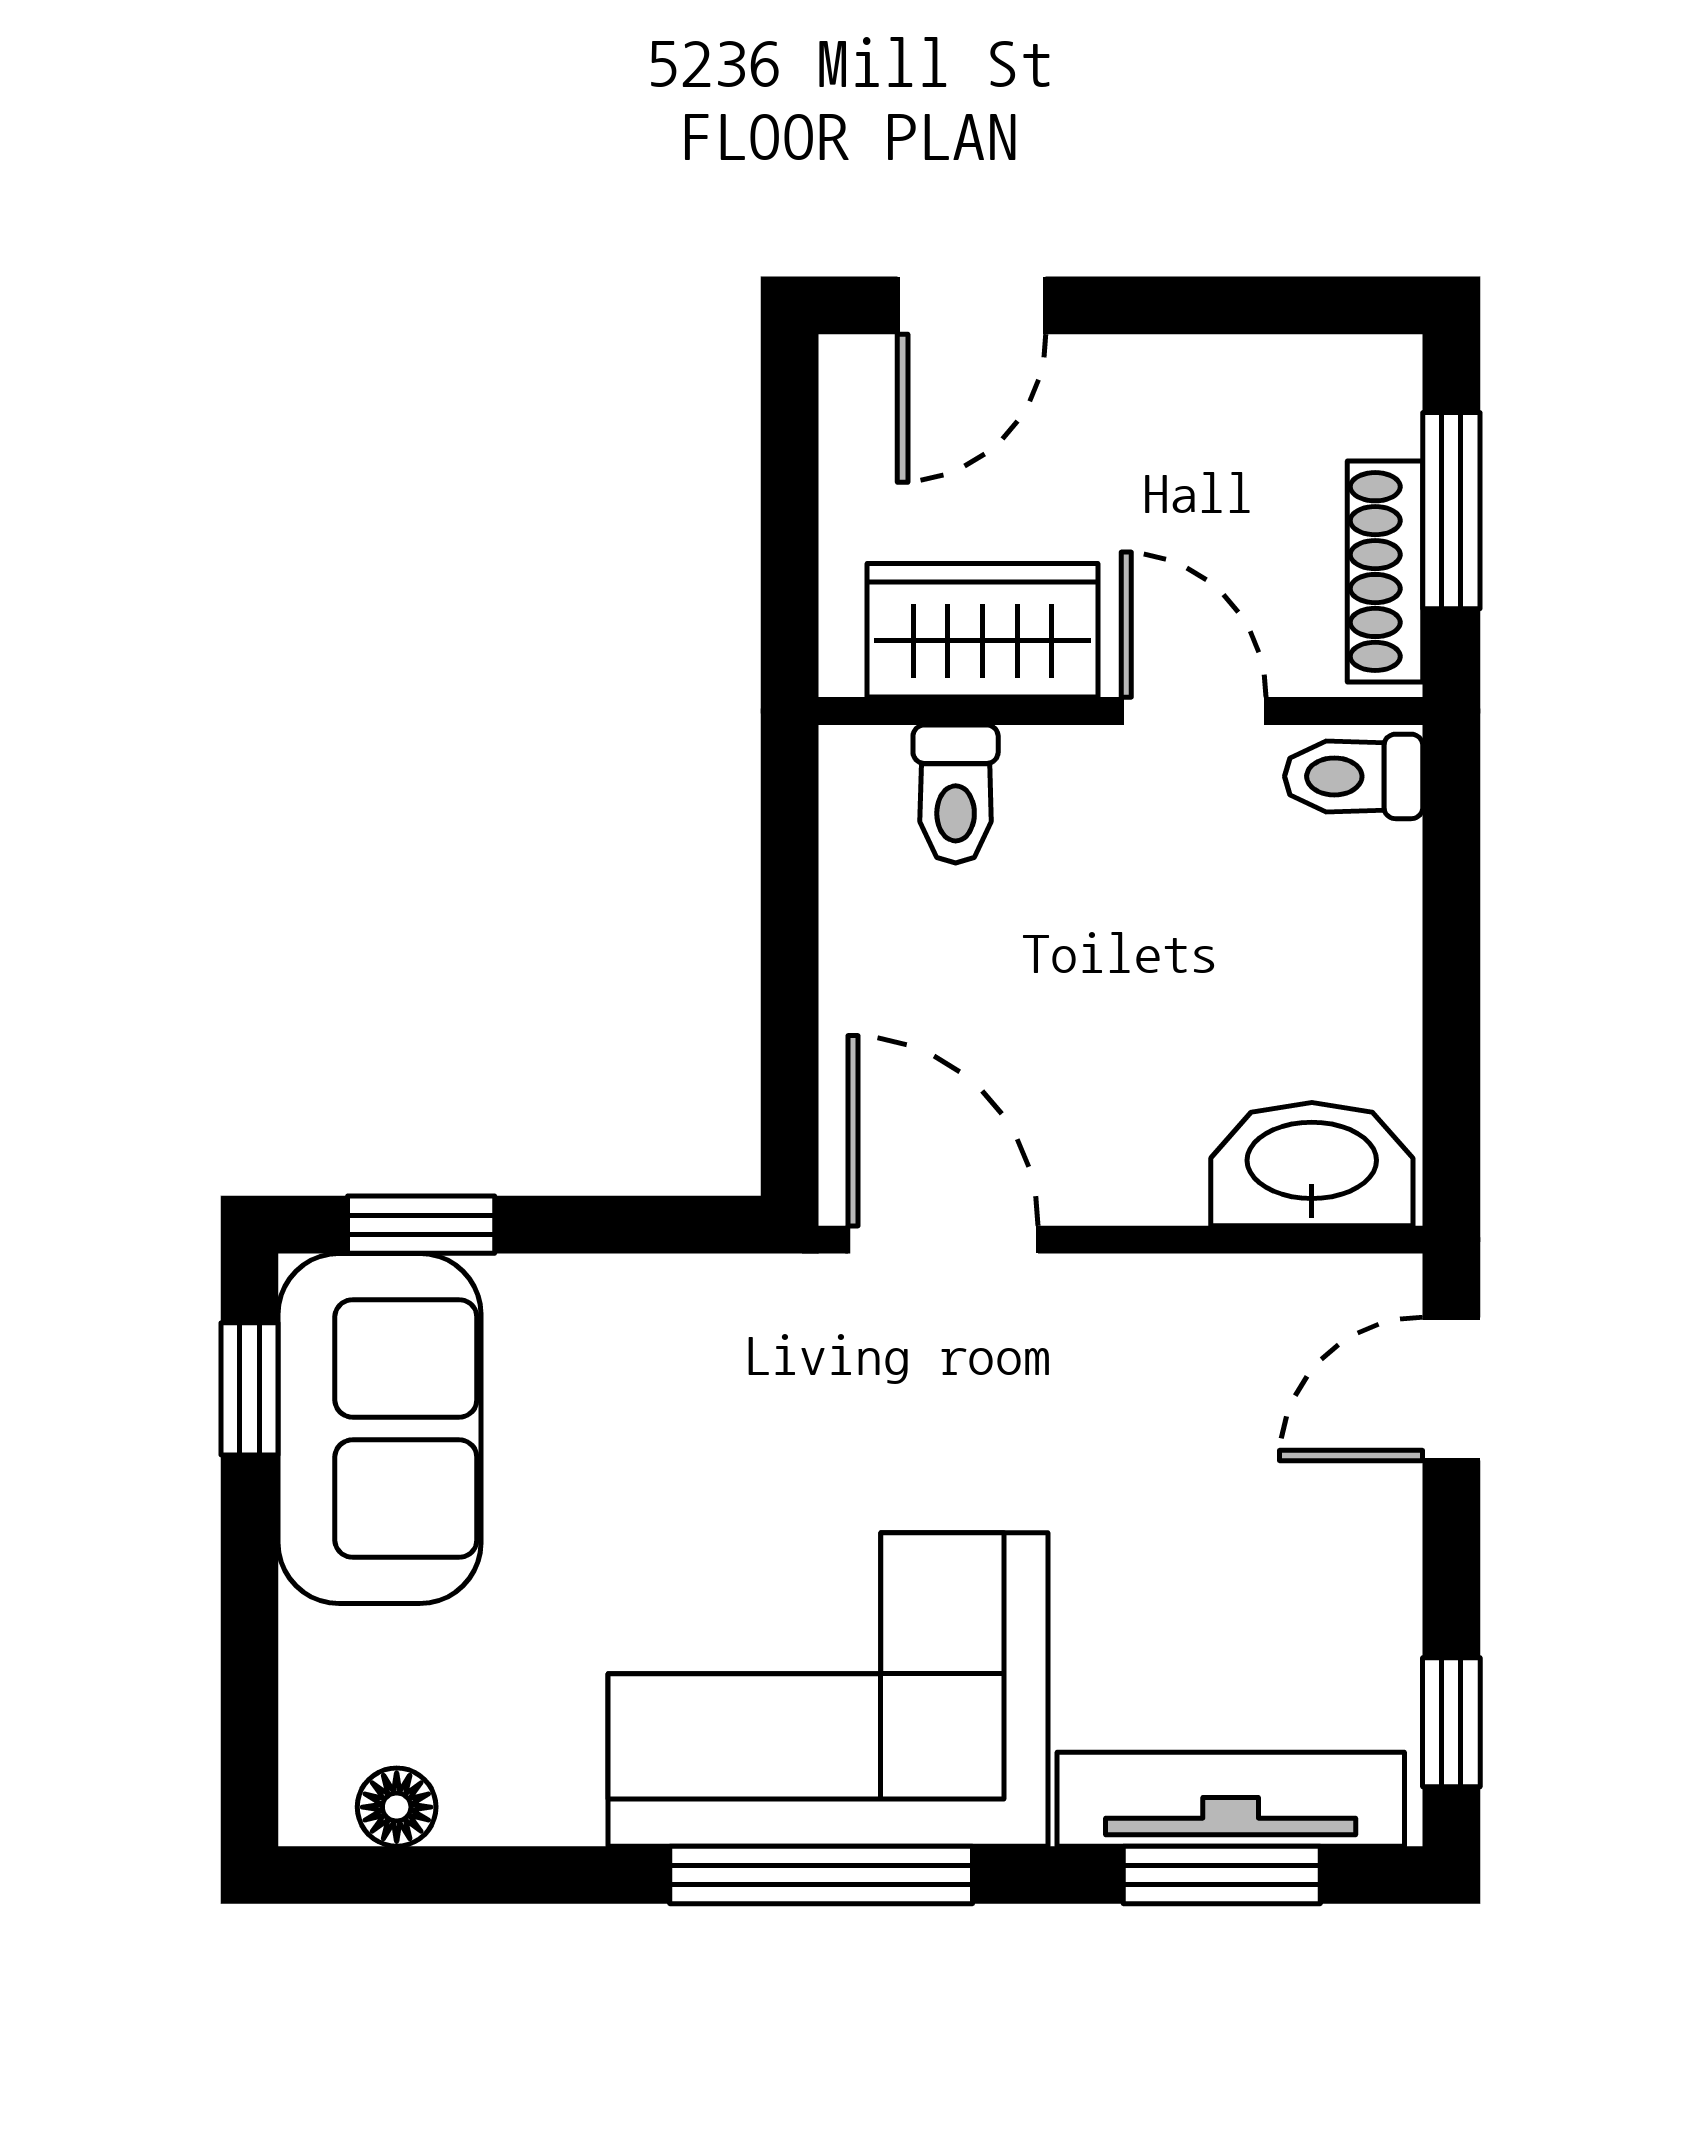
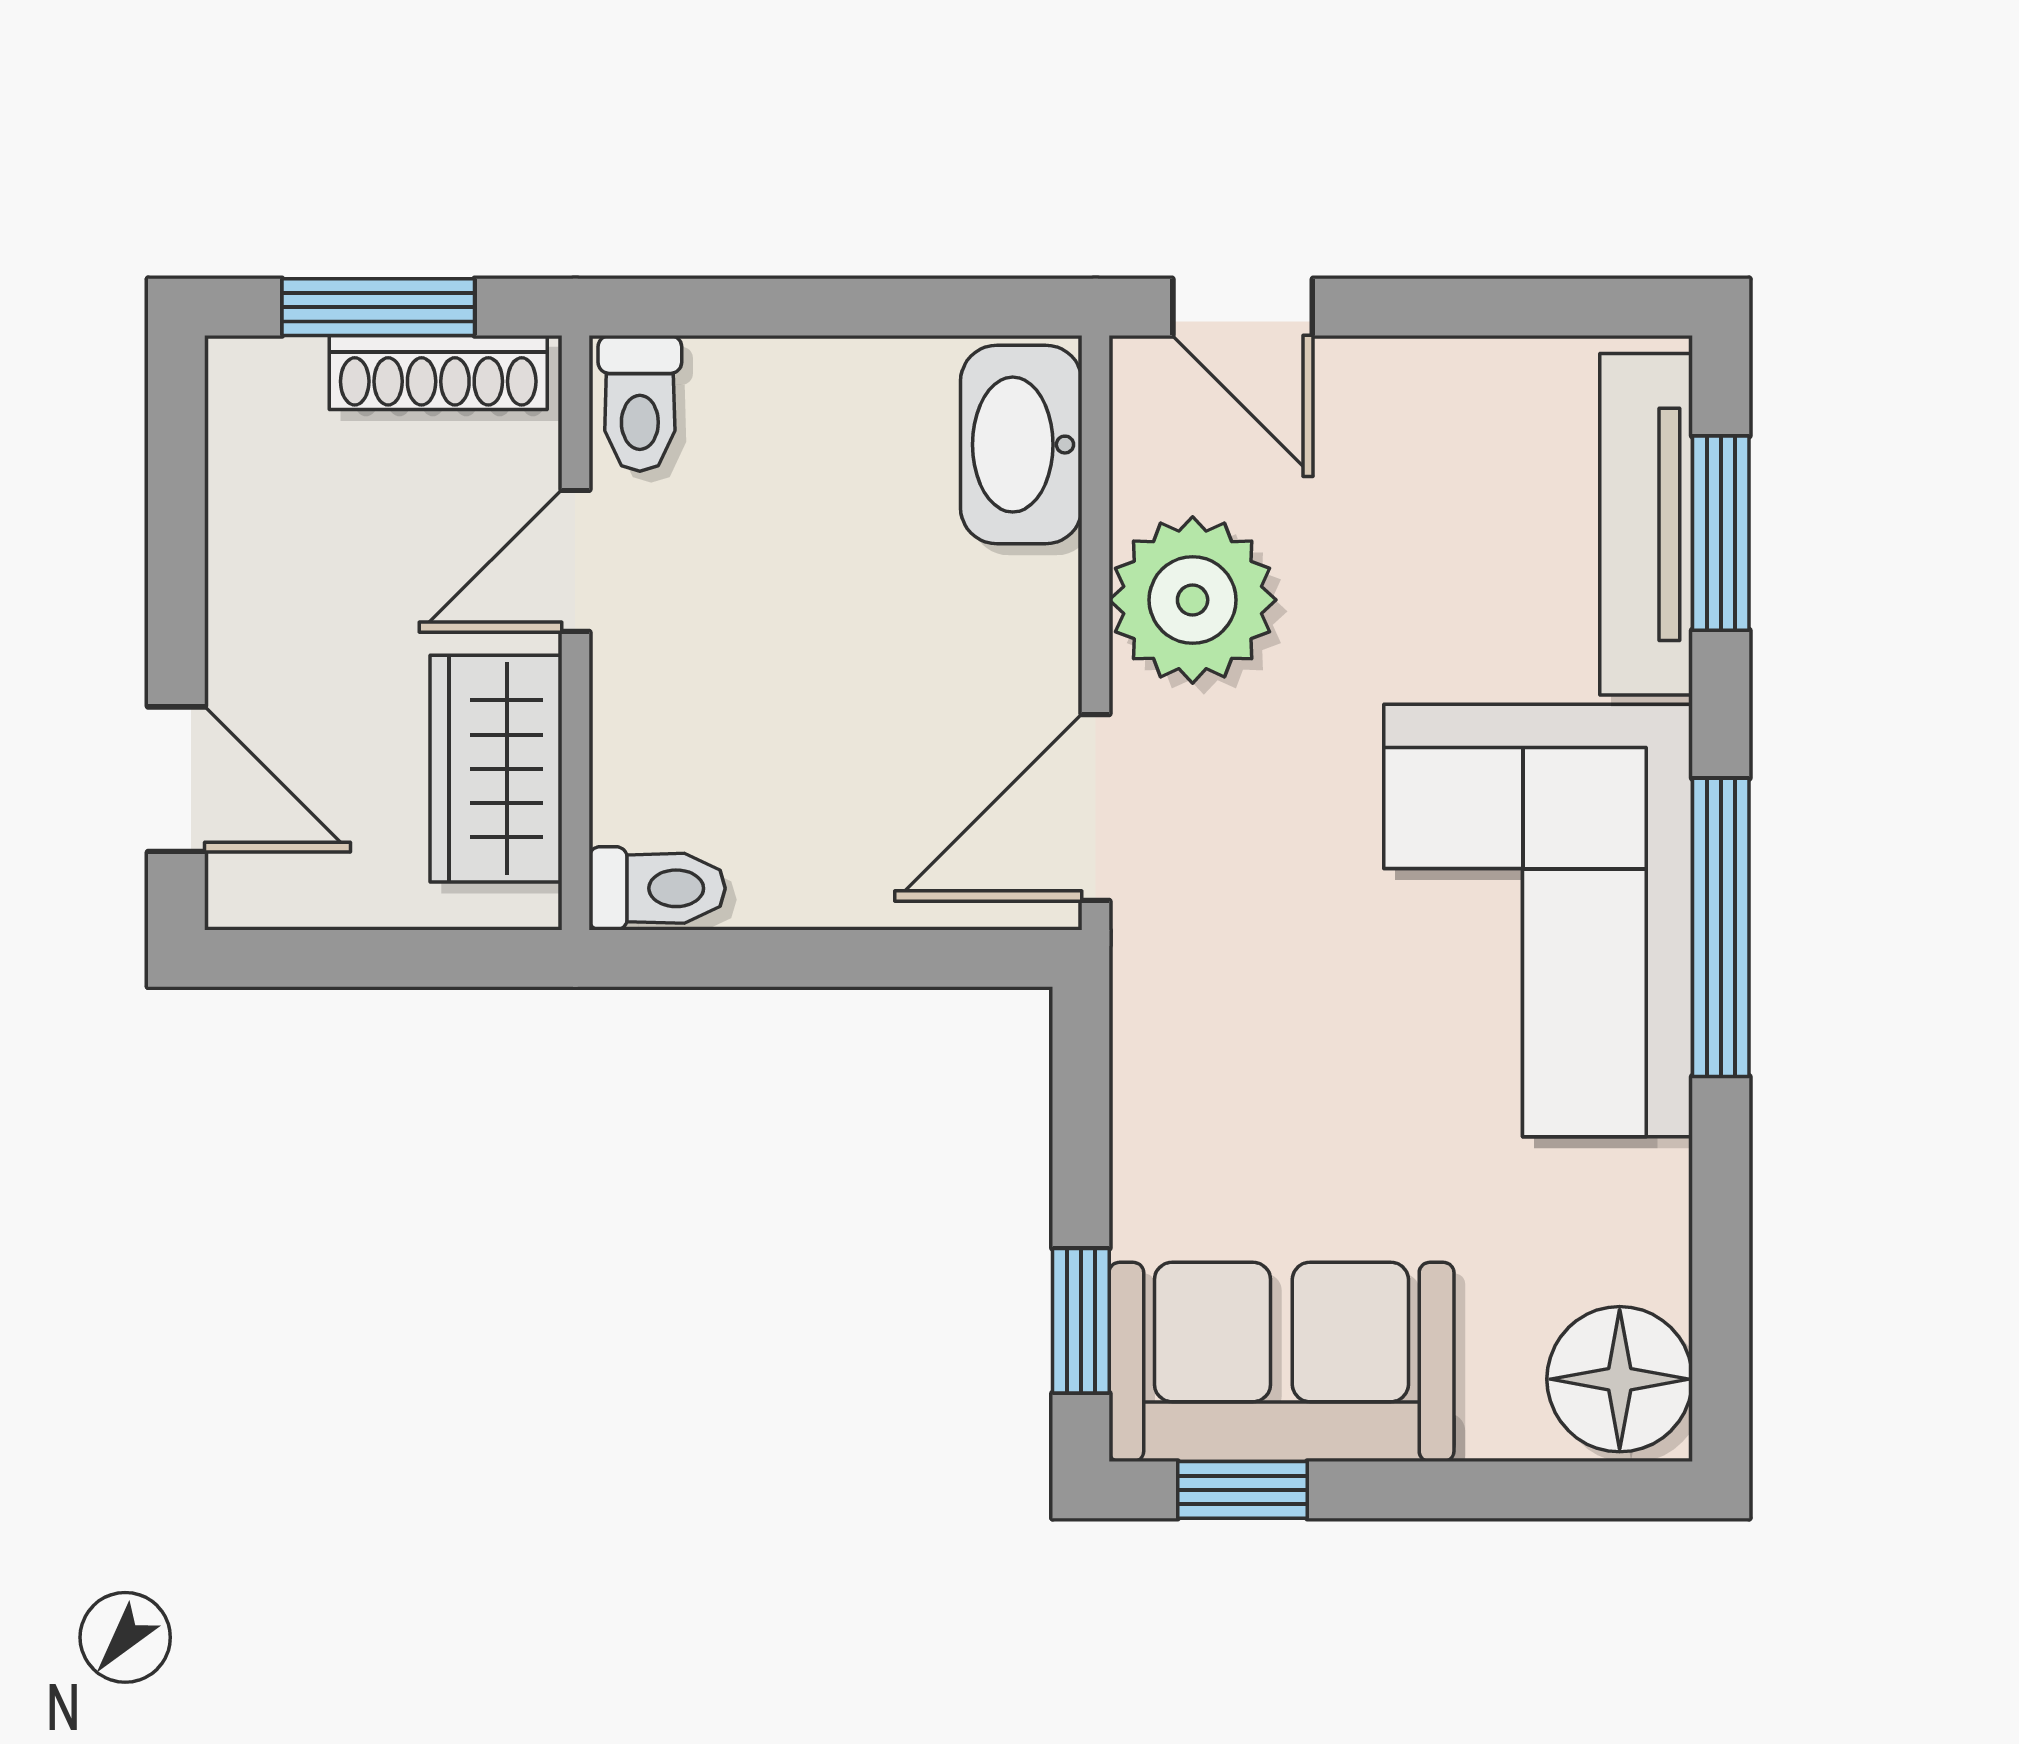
toilet: (956, 794) -> (657, 888), moved
plant: (1154, 1338) -> (1193, 600), added
window: (1451, 1722) -> (1570, 307), removed
floor lamp: (397, 1807) -> (1620, 1379), width x1.89, depth x1.89

